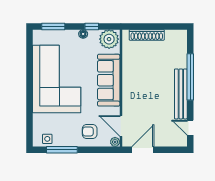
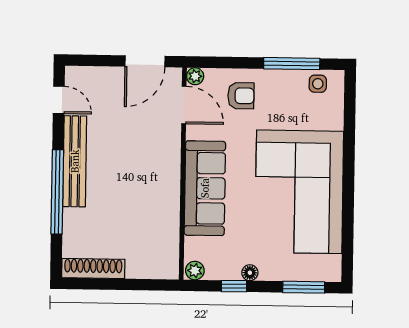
shoe rack: (147, 35) -> (93, 269), moved
plant: (109, 39) -> (195, 271), width x0.53, depth x0.53

